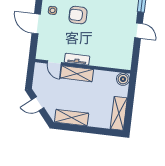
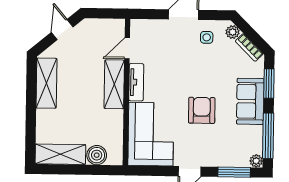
armchair: (78, 15) -> (202, 110), moved
corner sofa: (112, 53) -> (151, 134), added
boiler: (123, 79) -> (97, 155), moved

